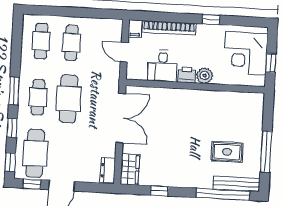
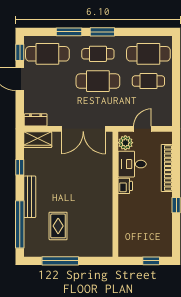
filing cabinet: (135, 29) -> (164, 137), removed
cafe table: (41, 41) -> (148, 54), width x1.37, depth x1.35
corner desk: (246, 53) -> (148, 238), removed
window: (271, 63) -> (151, 261), moved
plant: (205, 76) -> (125, 143), moved
window: (12, 128) -> (69, 32), width x1.50
window: (10, 162) -> (38, 32), removed
bench: (236, 184) -> (30, 197), moved

